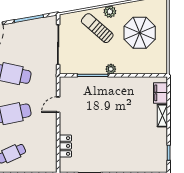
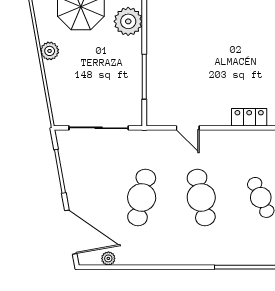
sun lounger: (97, 28) -> (74, 70), removed
plant: (111, 69) -> (128, 21), moved, width x1.88, depth x1.88

